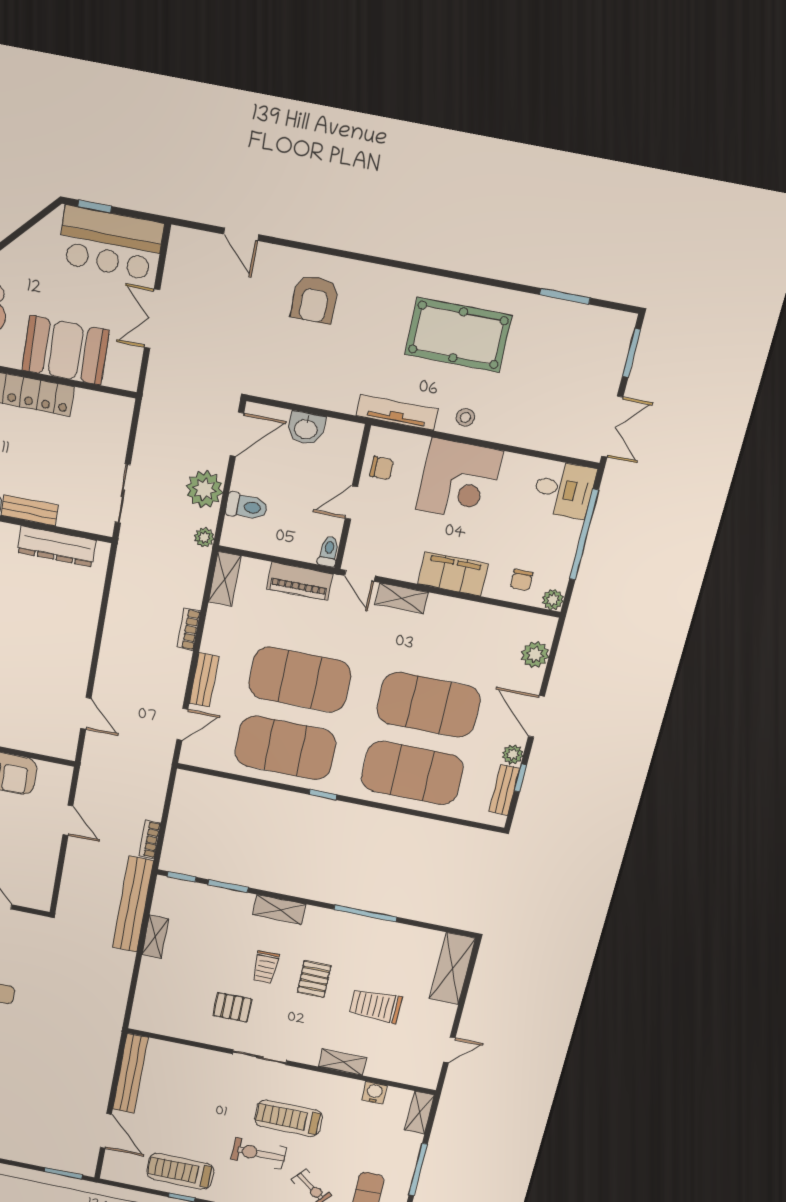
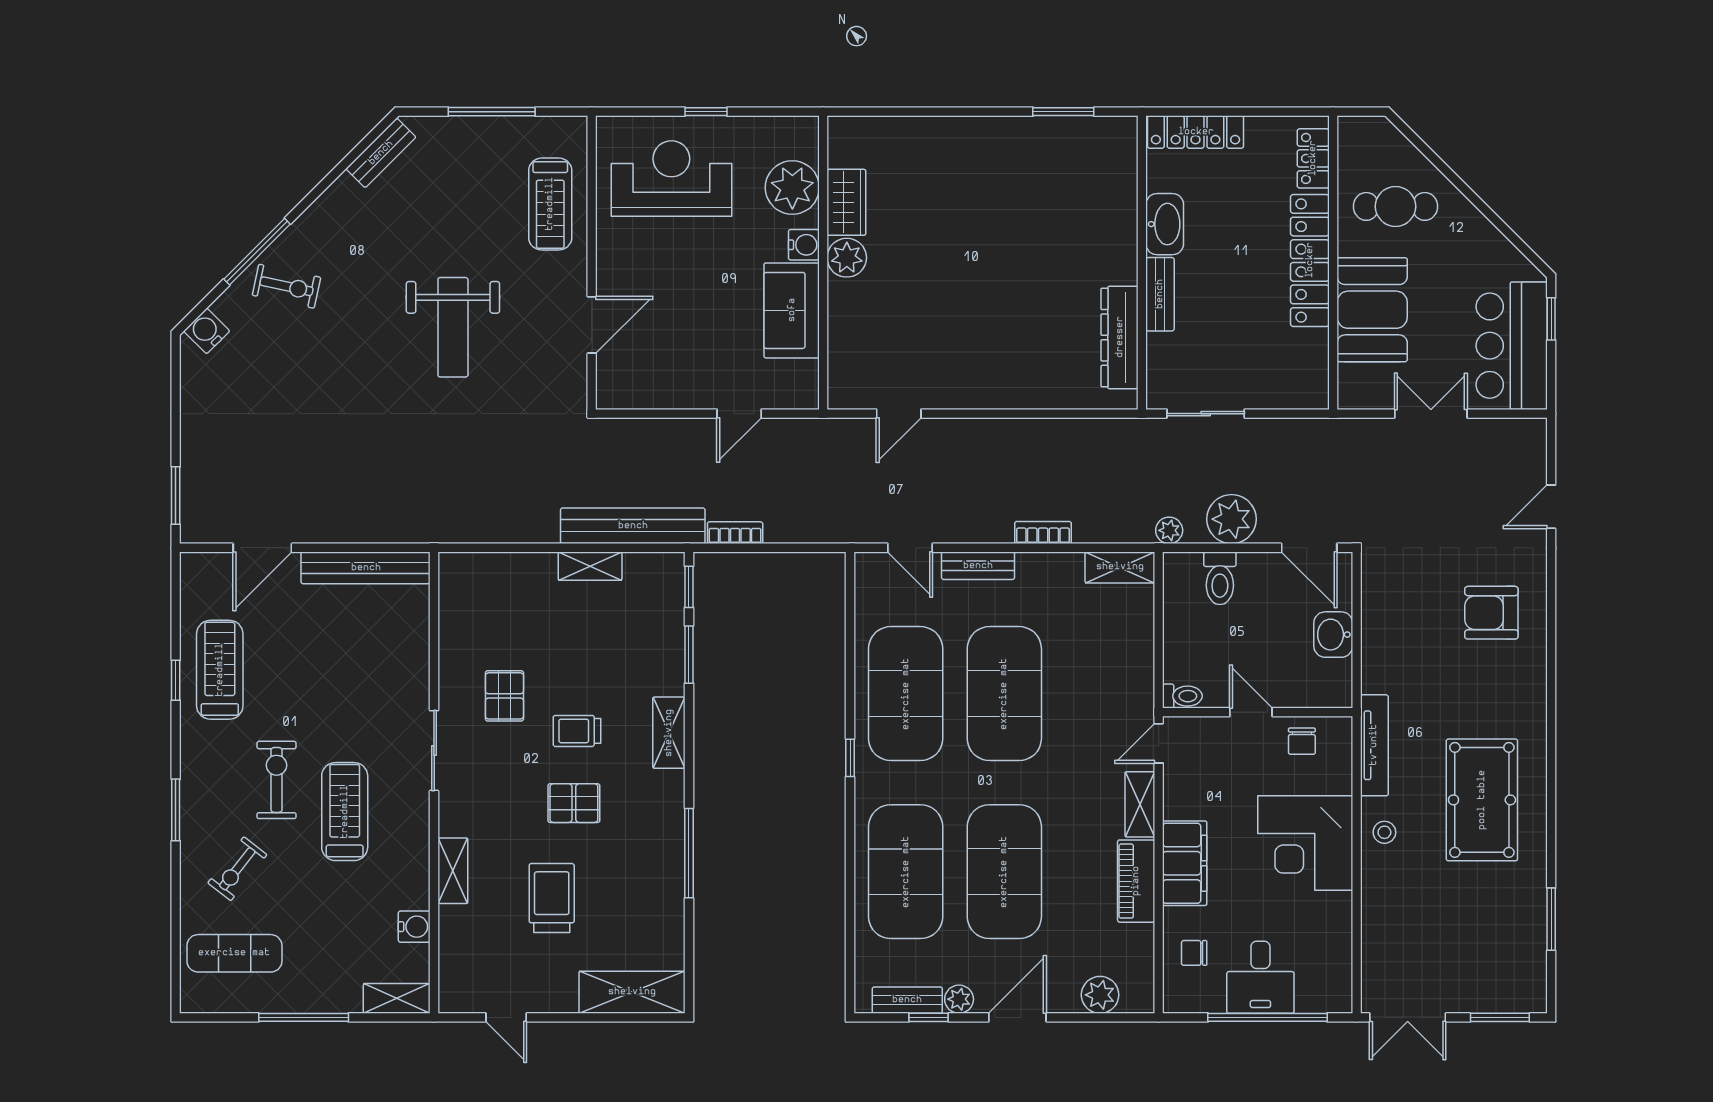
desk: (564, 490) -> (1260, 977), moved
piano: (300, 581) -> (1136, 881), moved
plant: (553, 599) -> (1177, 999), removed

